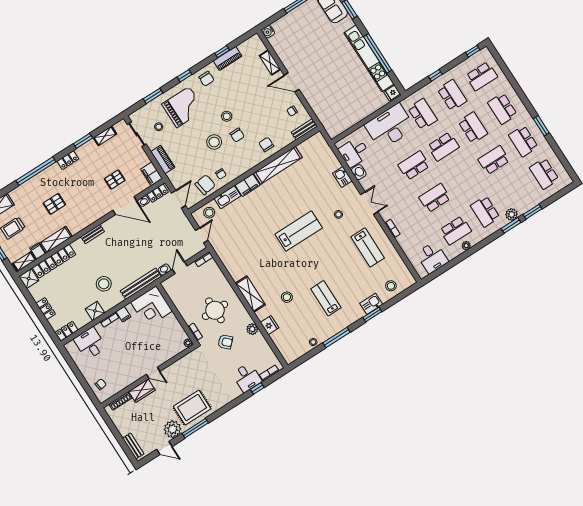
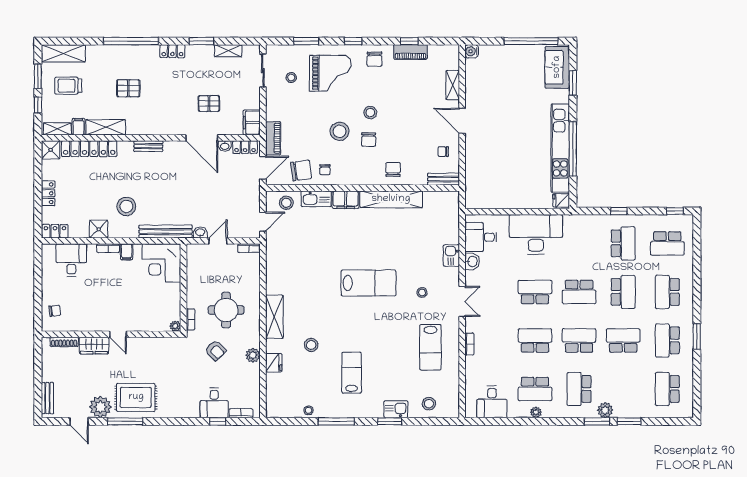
school desk: (423, 114) -> (579, 340), moved, turned -90
piano: (163, 160) -> (273, 138), moved

